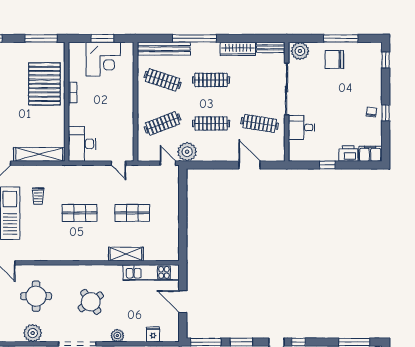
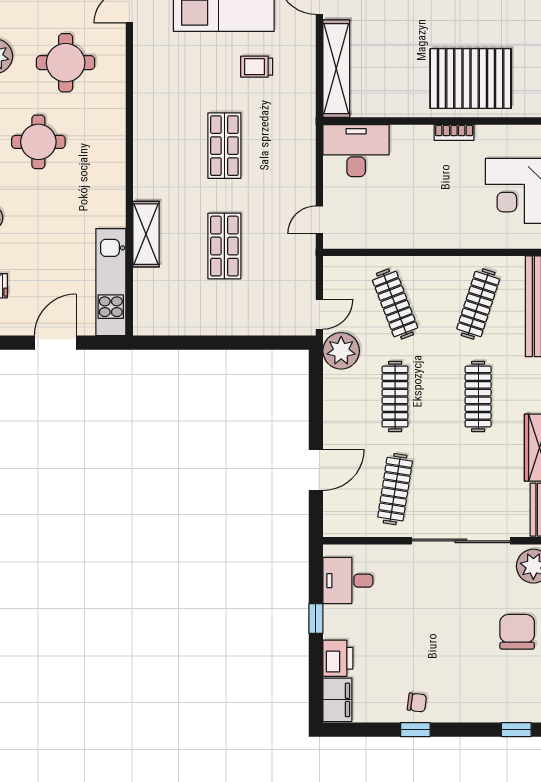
desk: (302, 127) -> (348, 581), moved, turned -90
round table: (91, 302) -> (38, 142), moved, turned 35

